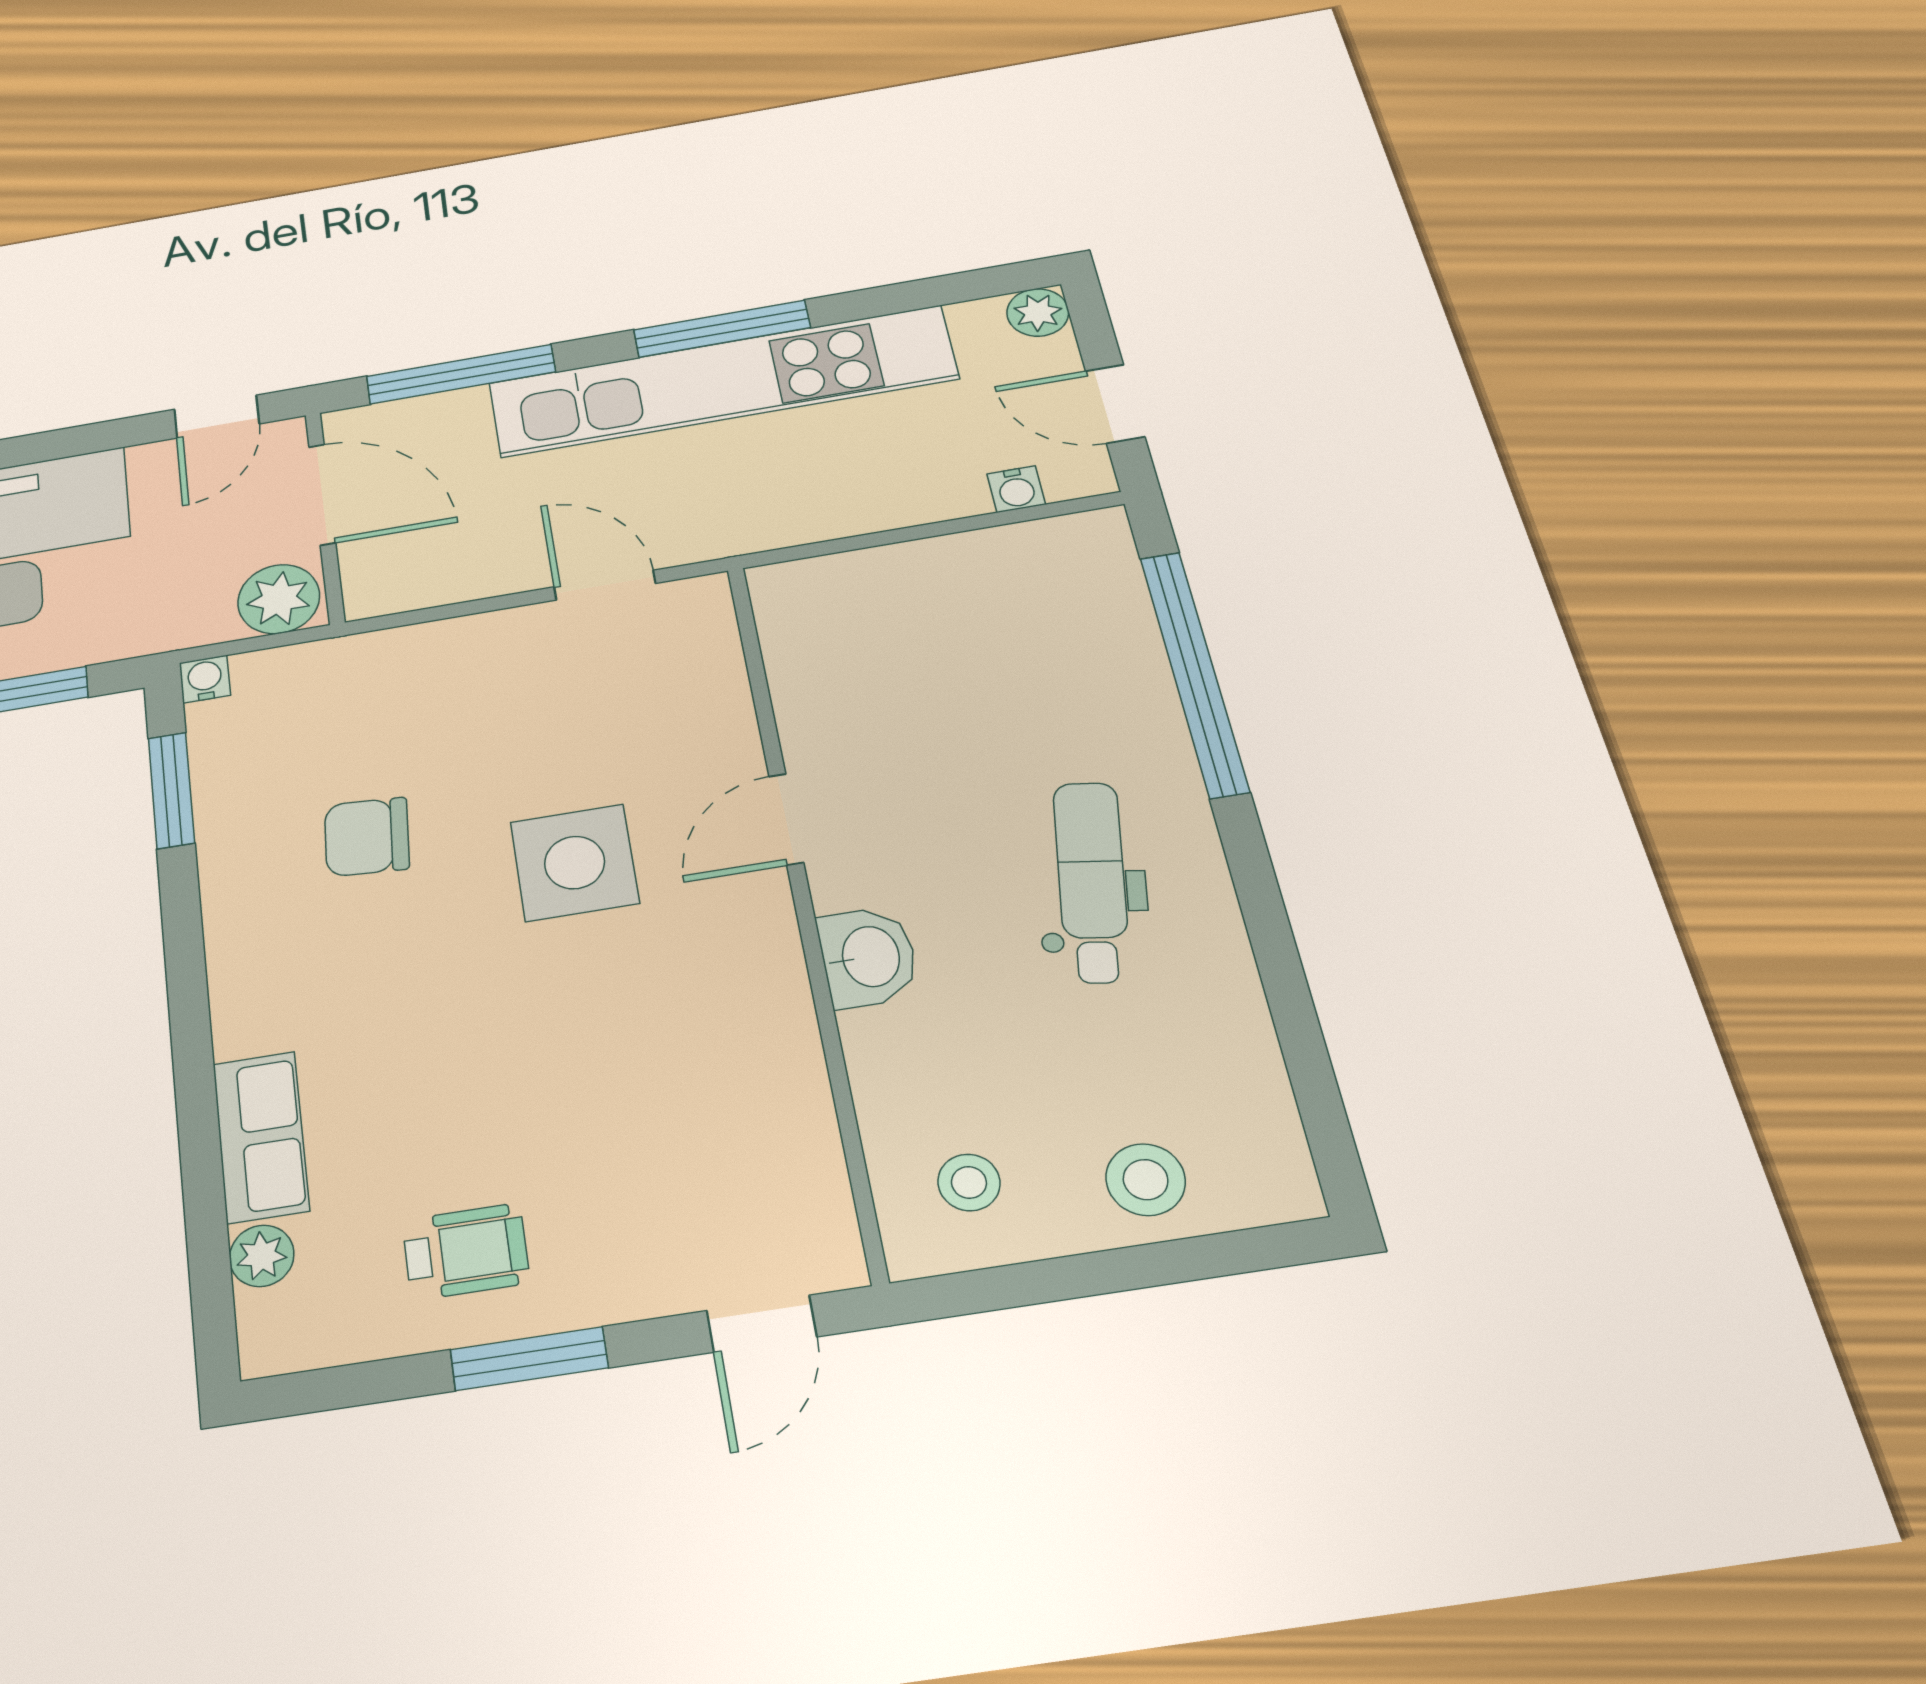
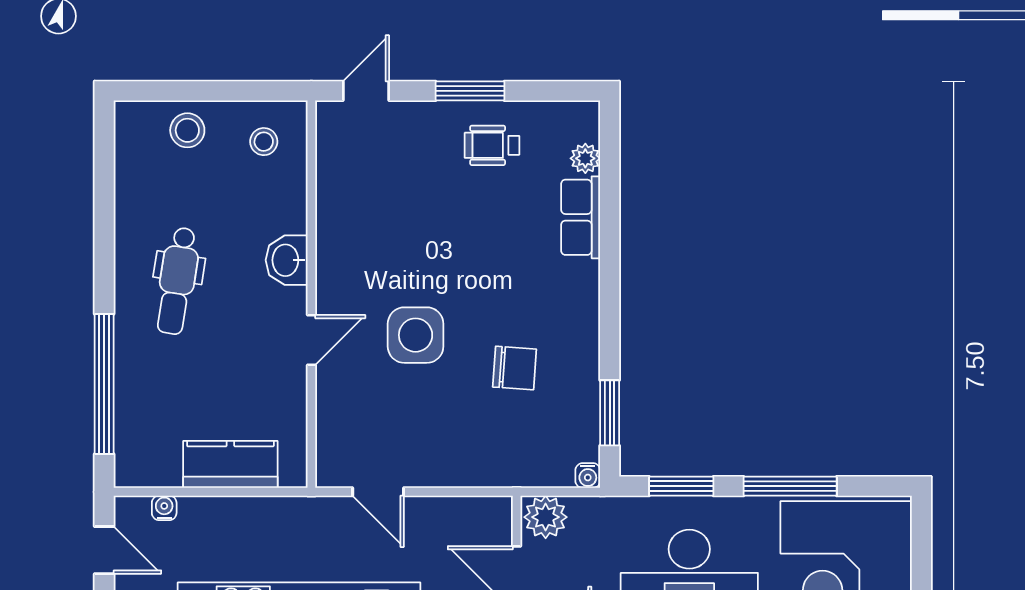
kitchen counter: (903, 581) -> (230, 464), added

